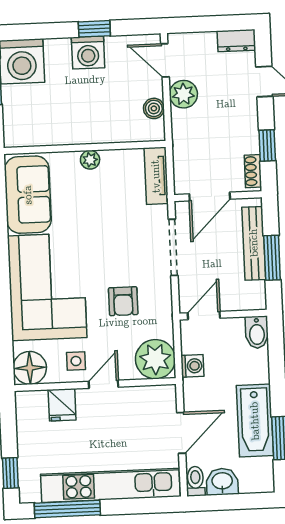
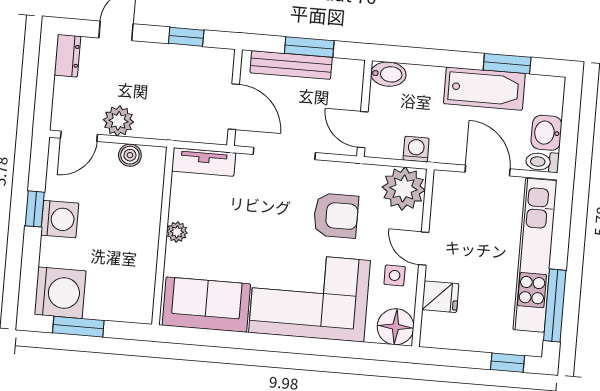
shoe rack: (253, 171) -> (212, 56), removed
armchair: (123, 301) -> (336, 216), width x1.38, depth x1.38

